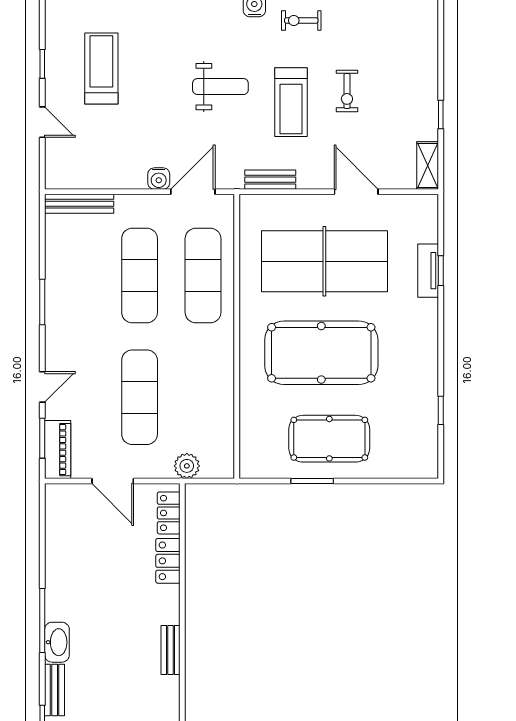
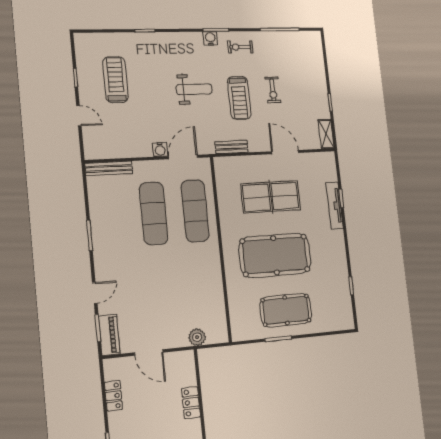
table tennis table: (324, 261) -> (271, 197), width x0.73, depth x0.76
tv unit: (428, 271) -> (335, 206), width x1.41
exercise mat: (140, 397) -> (161, 294), removed
locker: (169, 513) -> (113, 396), moved, turned 180

